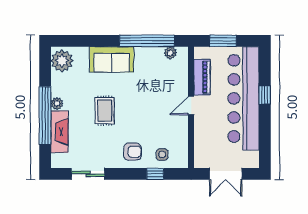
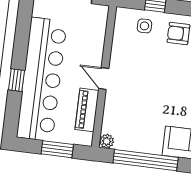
plant: (170, 53) -> (107, 141), moved
door: (191, 106) -> (104, 79), swing flipped

